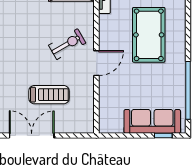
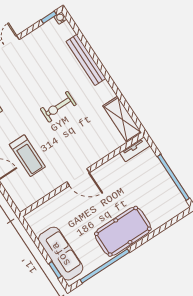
pool table: (149, 35) -> (123, 231), moved
exercise bike: (67, 44) -> (58, 107), moved, turned 120

